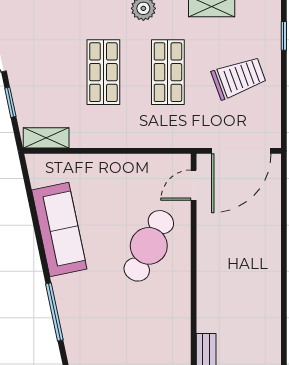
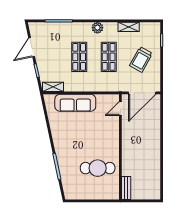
trolley: (239, 78) -> (141, 59), turned 139
sofa: (59, 229) -> (75, 103), moved, turned 102
cafe table: (149, 246) -> (98, 168), moved, turned 63

